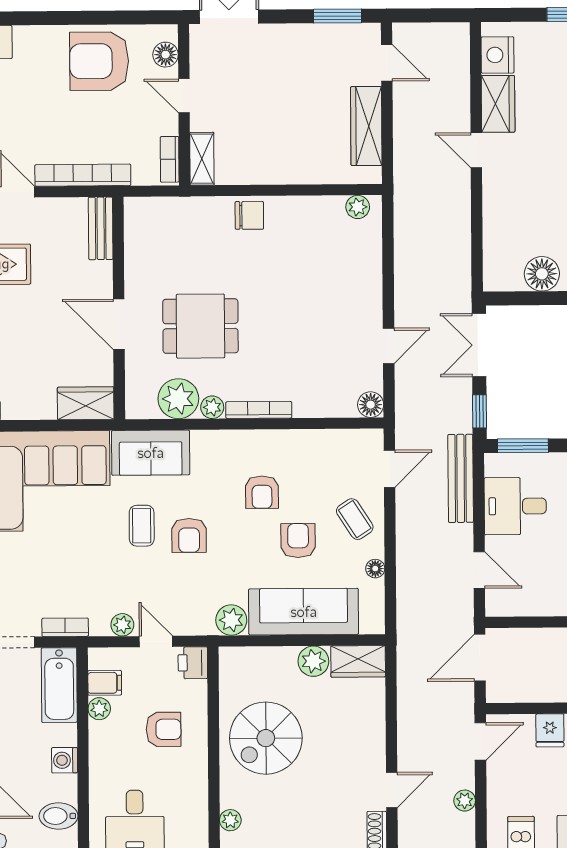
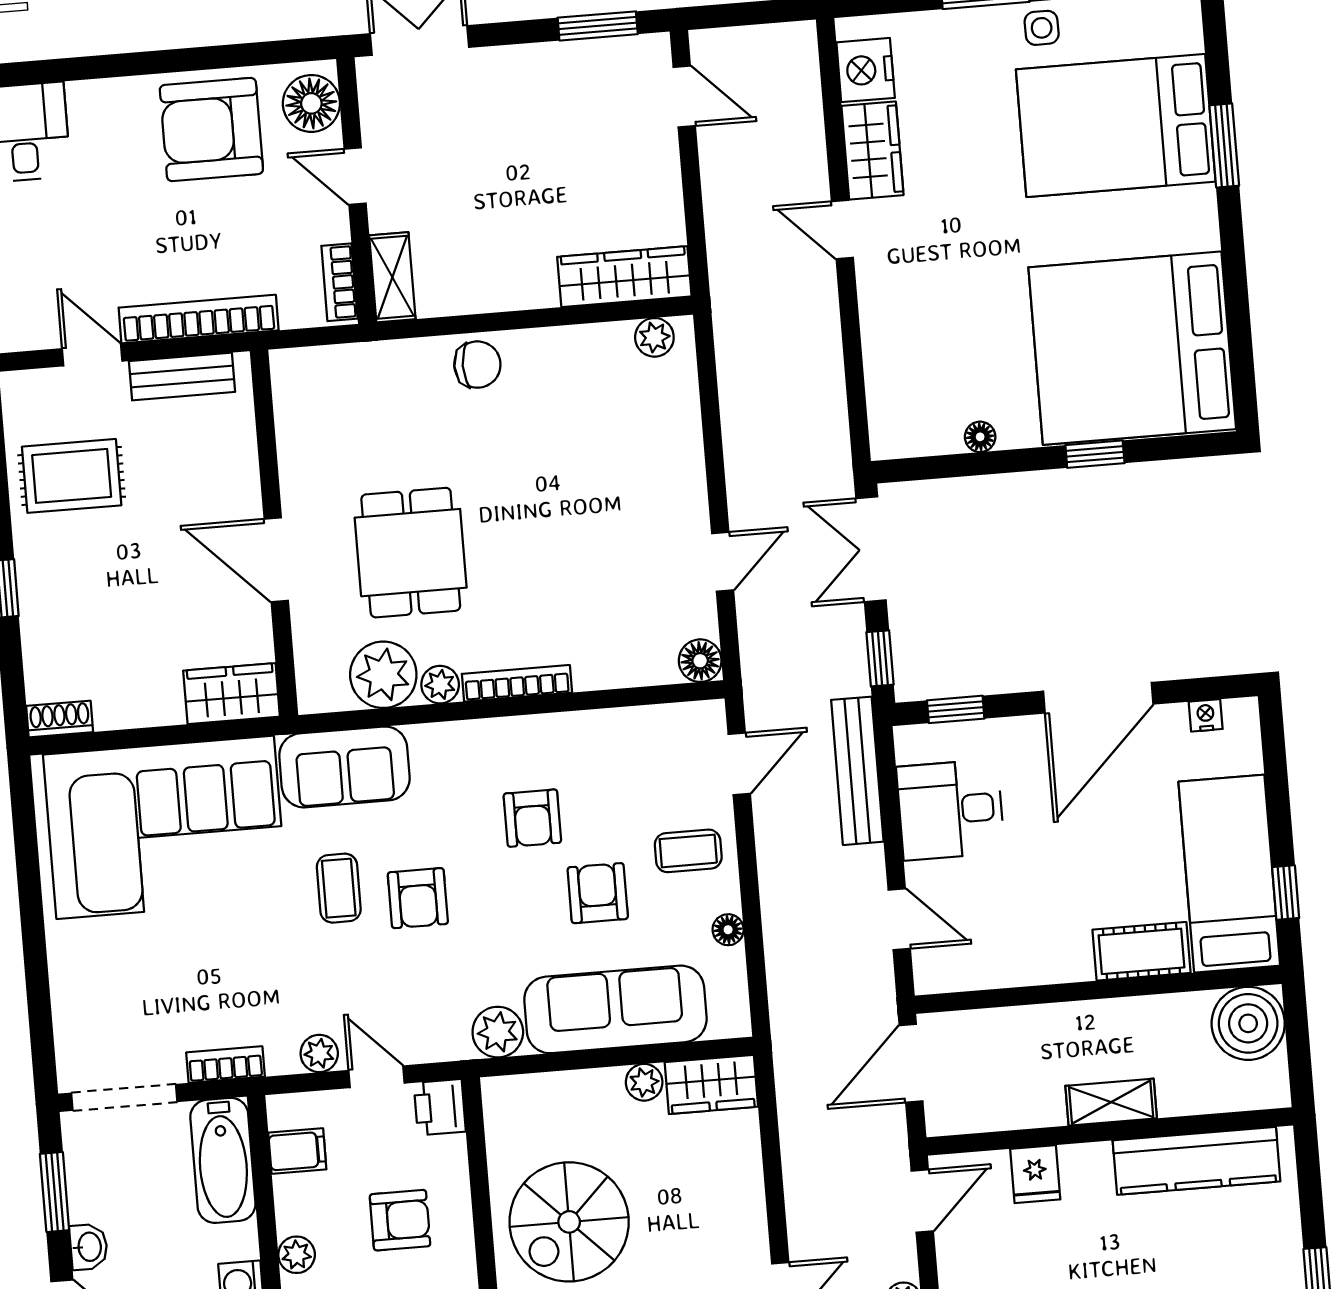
floor lamp: (166, 55) -> (311, 103), width x1.38, depth x1.38
wardrobe: (366, 126) -> (624, 277), moved, turned 90
bench: (101, 228) -> (182, 377), moved, turned 90
floor lamp: (542, 274) -> (980, 437), width x0.53, depth x0.53
dining table: (200, 326) -> (411, 553), turned 90
window: (523, 446) -> (956, 709), width x0.67
coffee table: (355, 519) -> (688, 851), turned -57
plant: (313, 661) -> (644, 1082), width x0.73, depth x0.73
plant: (99, 709) -> (297, 1255), moved

